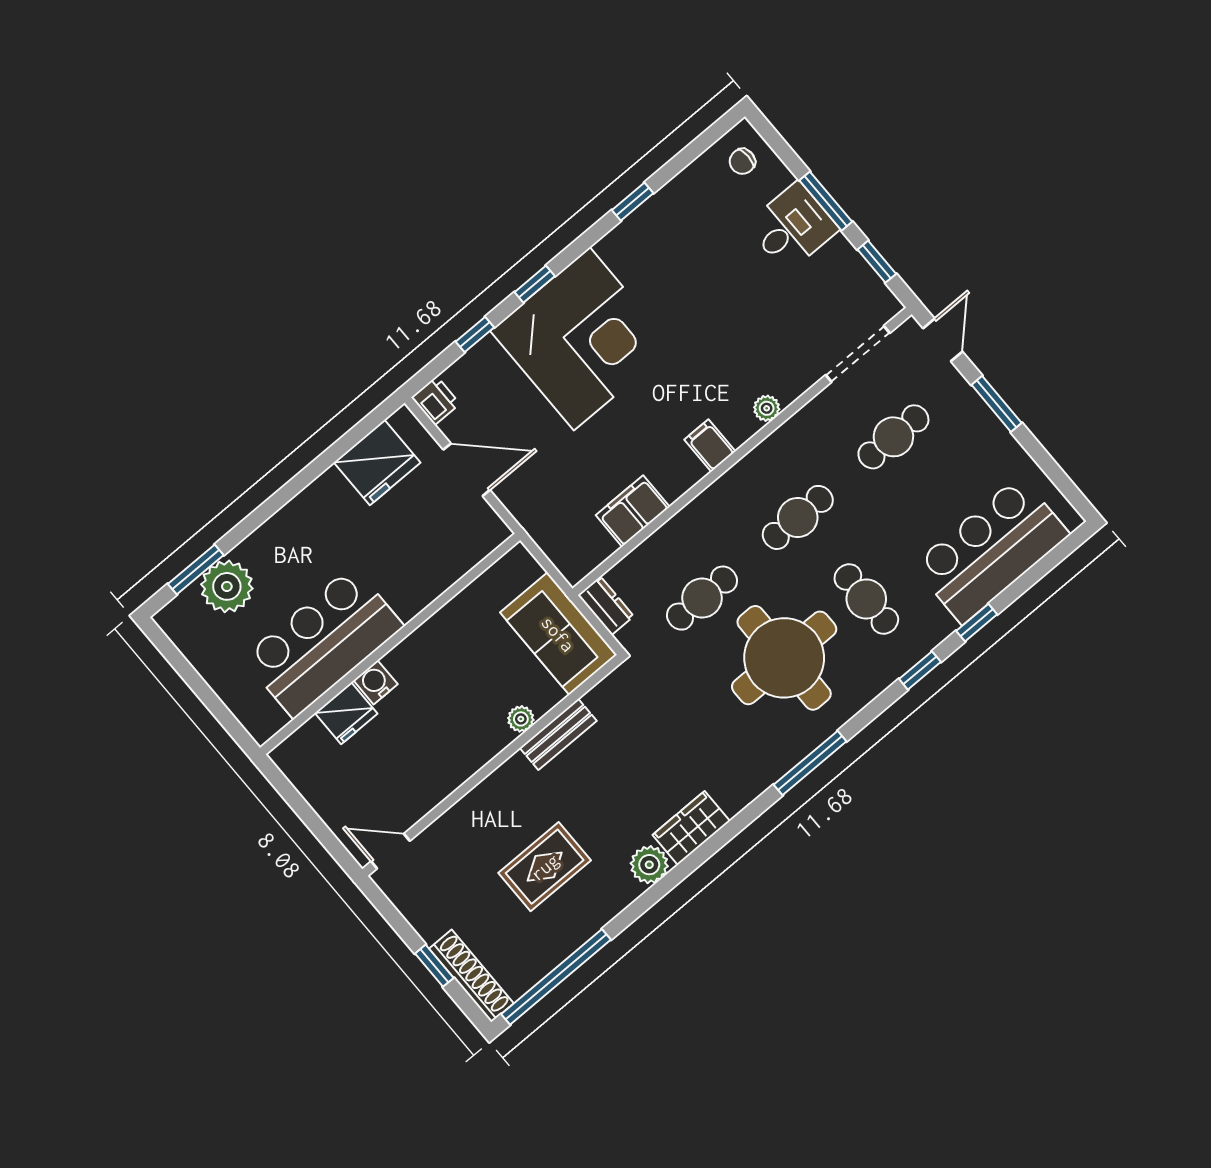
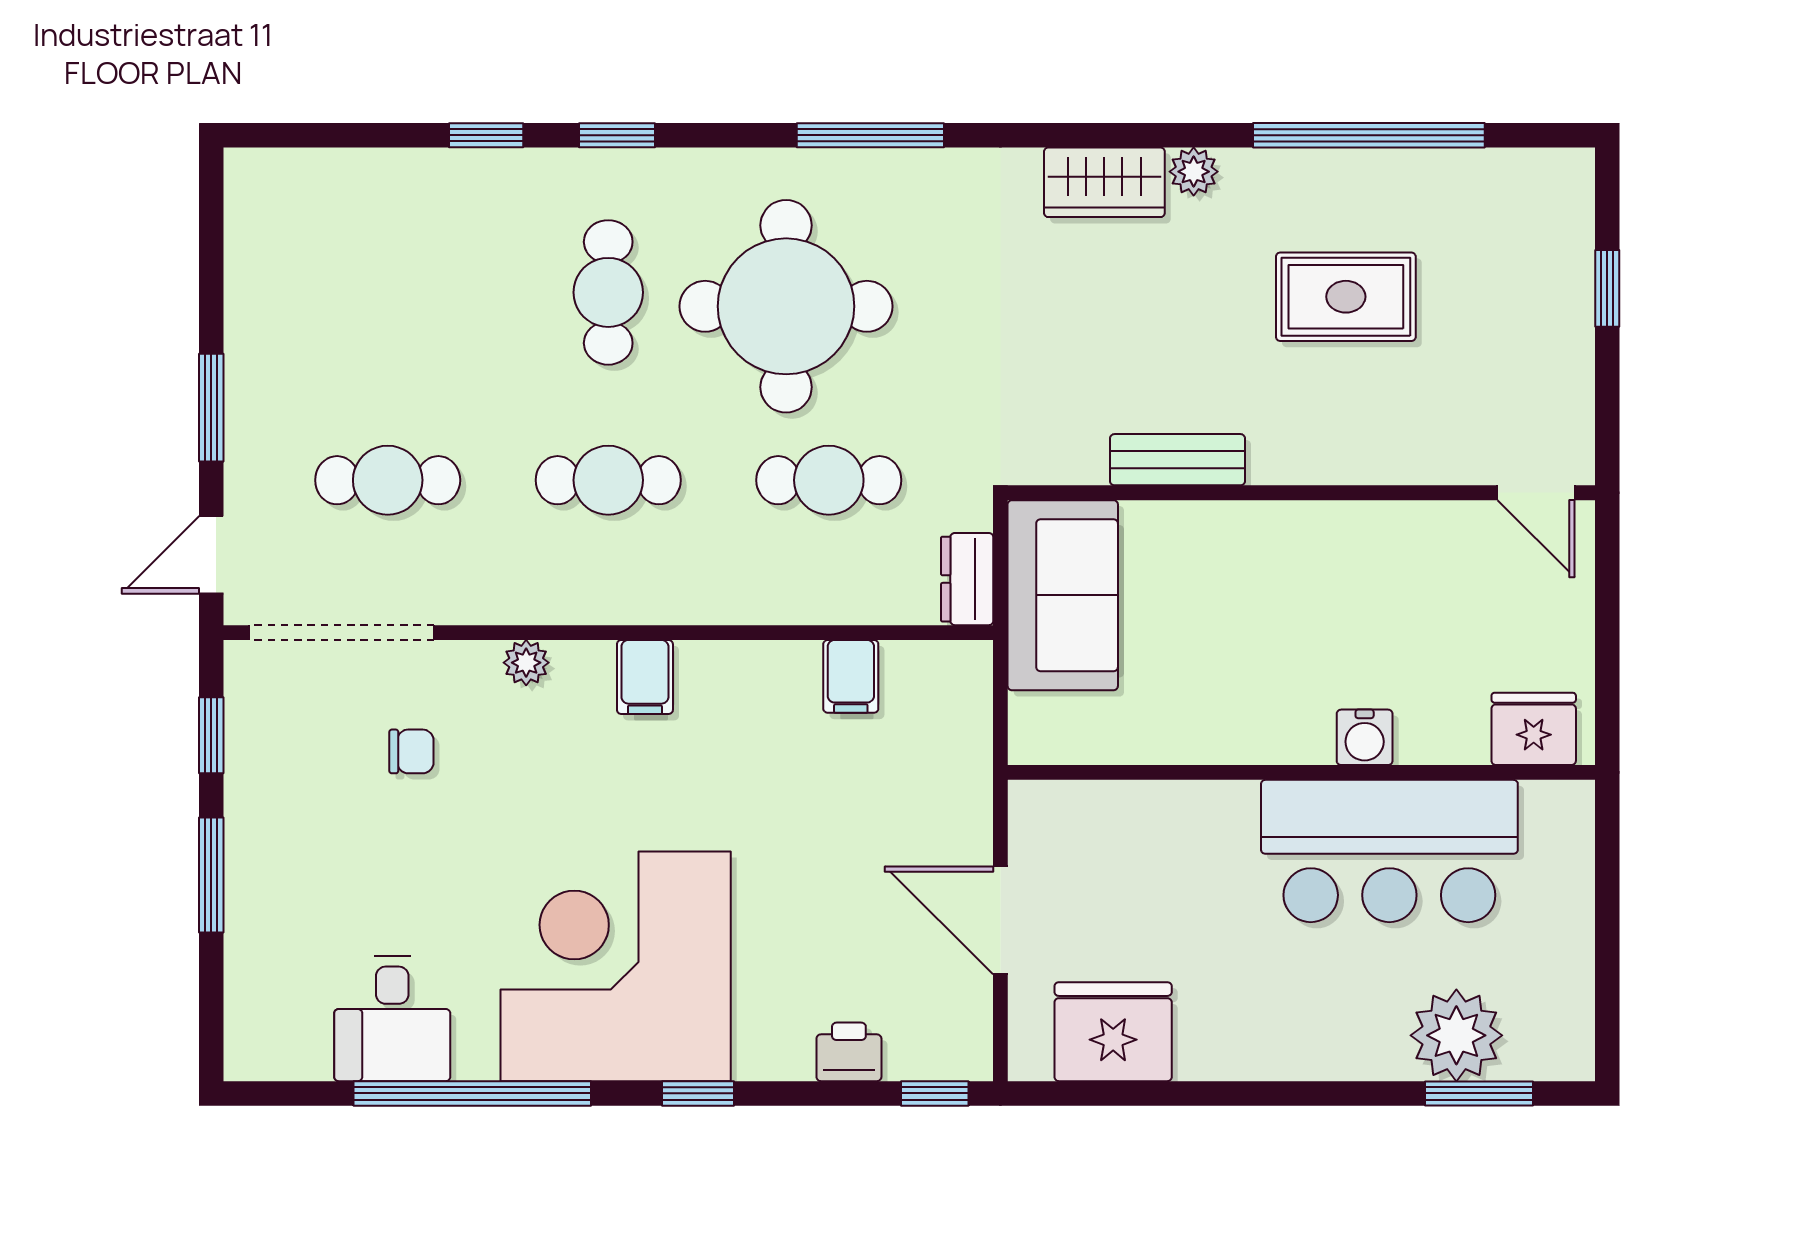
chair: (742, 161) -> (411, 751), moved
window: (633, 202) -> (472, 1093), width x3.17
desk: (792, 227) -> (392, 1019), moved, turned -90
window: (475, 335) -> (935, 1093), moved
corner desk: (582, 339) -> (616, 966), moved
doorway: (858, 354) -> (342, 633), width x1.36
printer: (436, 401) -> (849, 1052), moved, turned 90
filing cabinet: (633, 511) -> (851, 676), width x0.50
bar counter: (991, 550) -> (384, 217), removed
fridge: (346, 713) -> (1534, 729), moved
plant: (521, 719) -> (1210, 523), removed
plant: (649, 865) -> (1194, 172), width x0.73, depth x0.73
shoe rack: (471, 976) -> (1569, 232), removed
window: (556, 977) -> (1369, 135), moved

